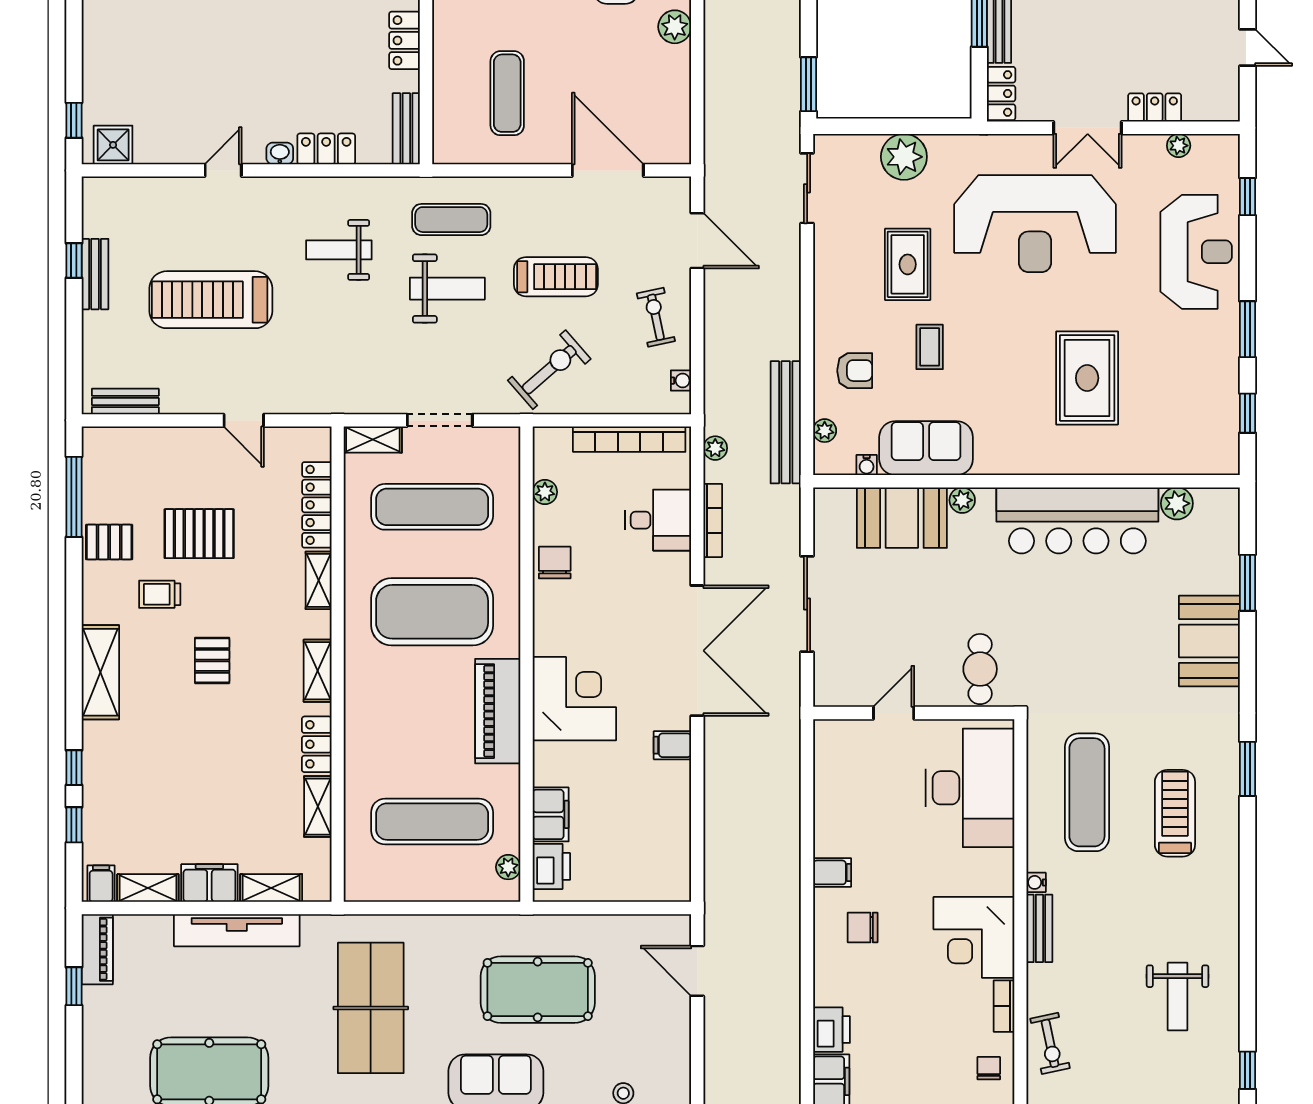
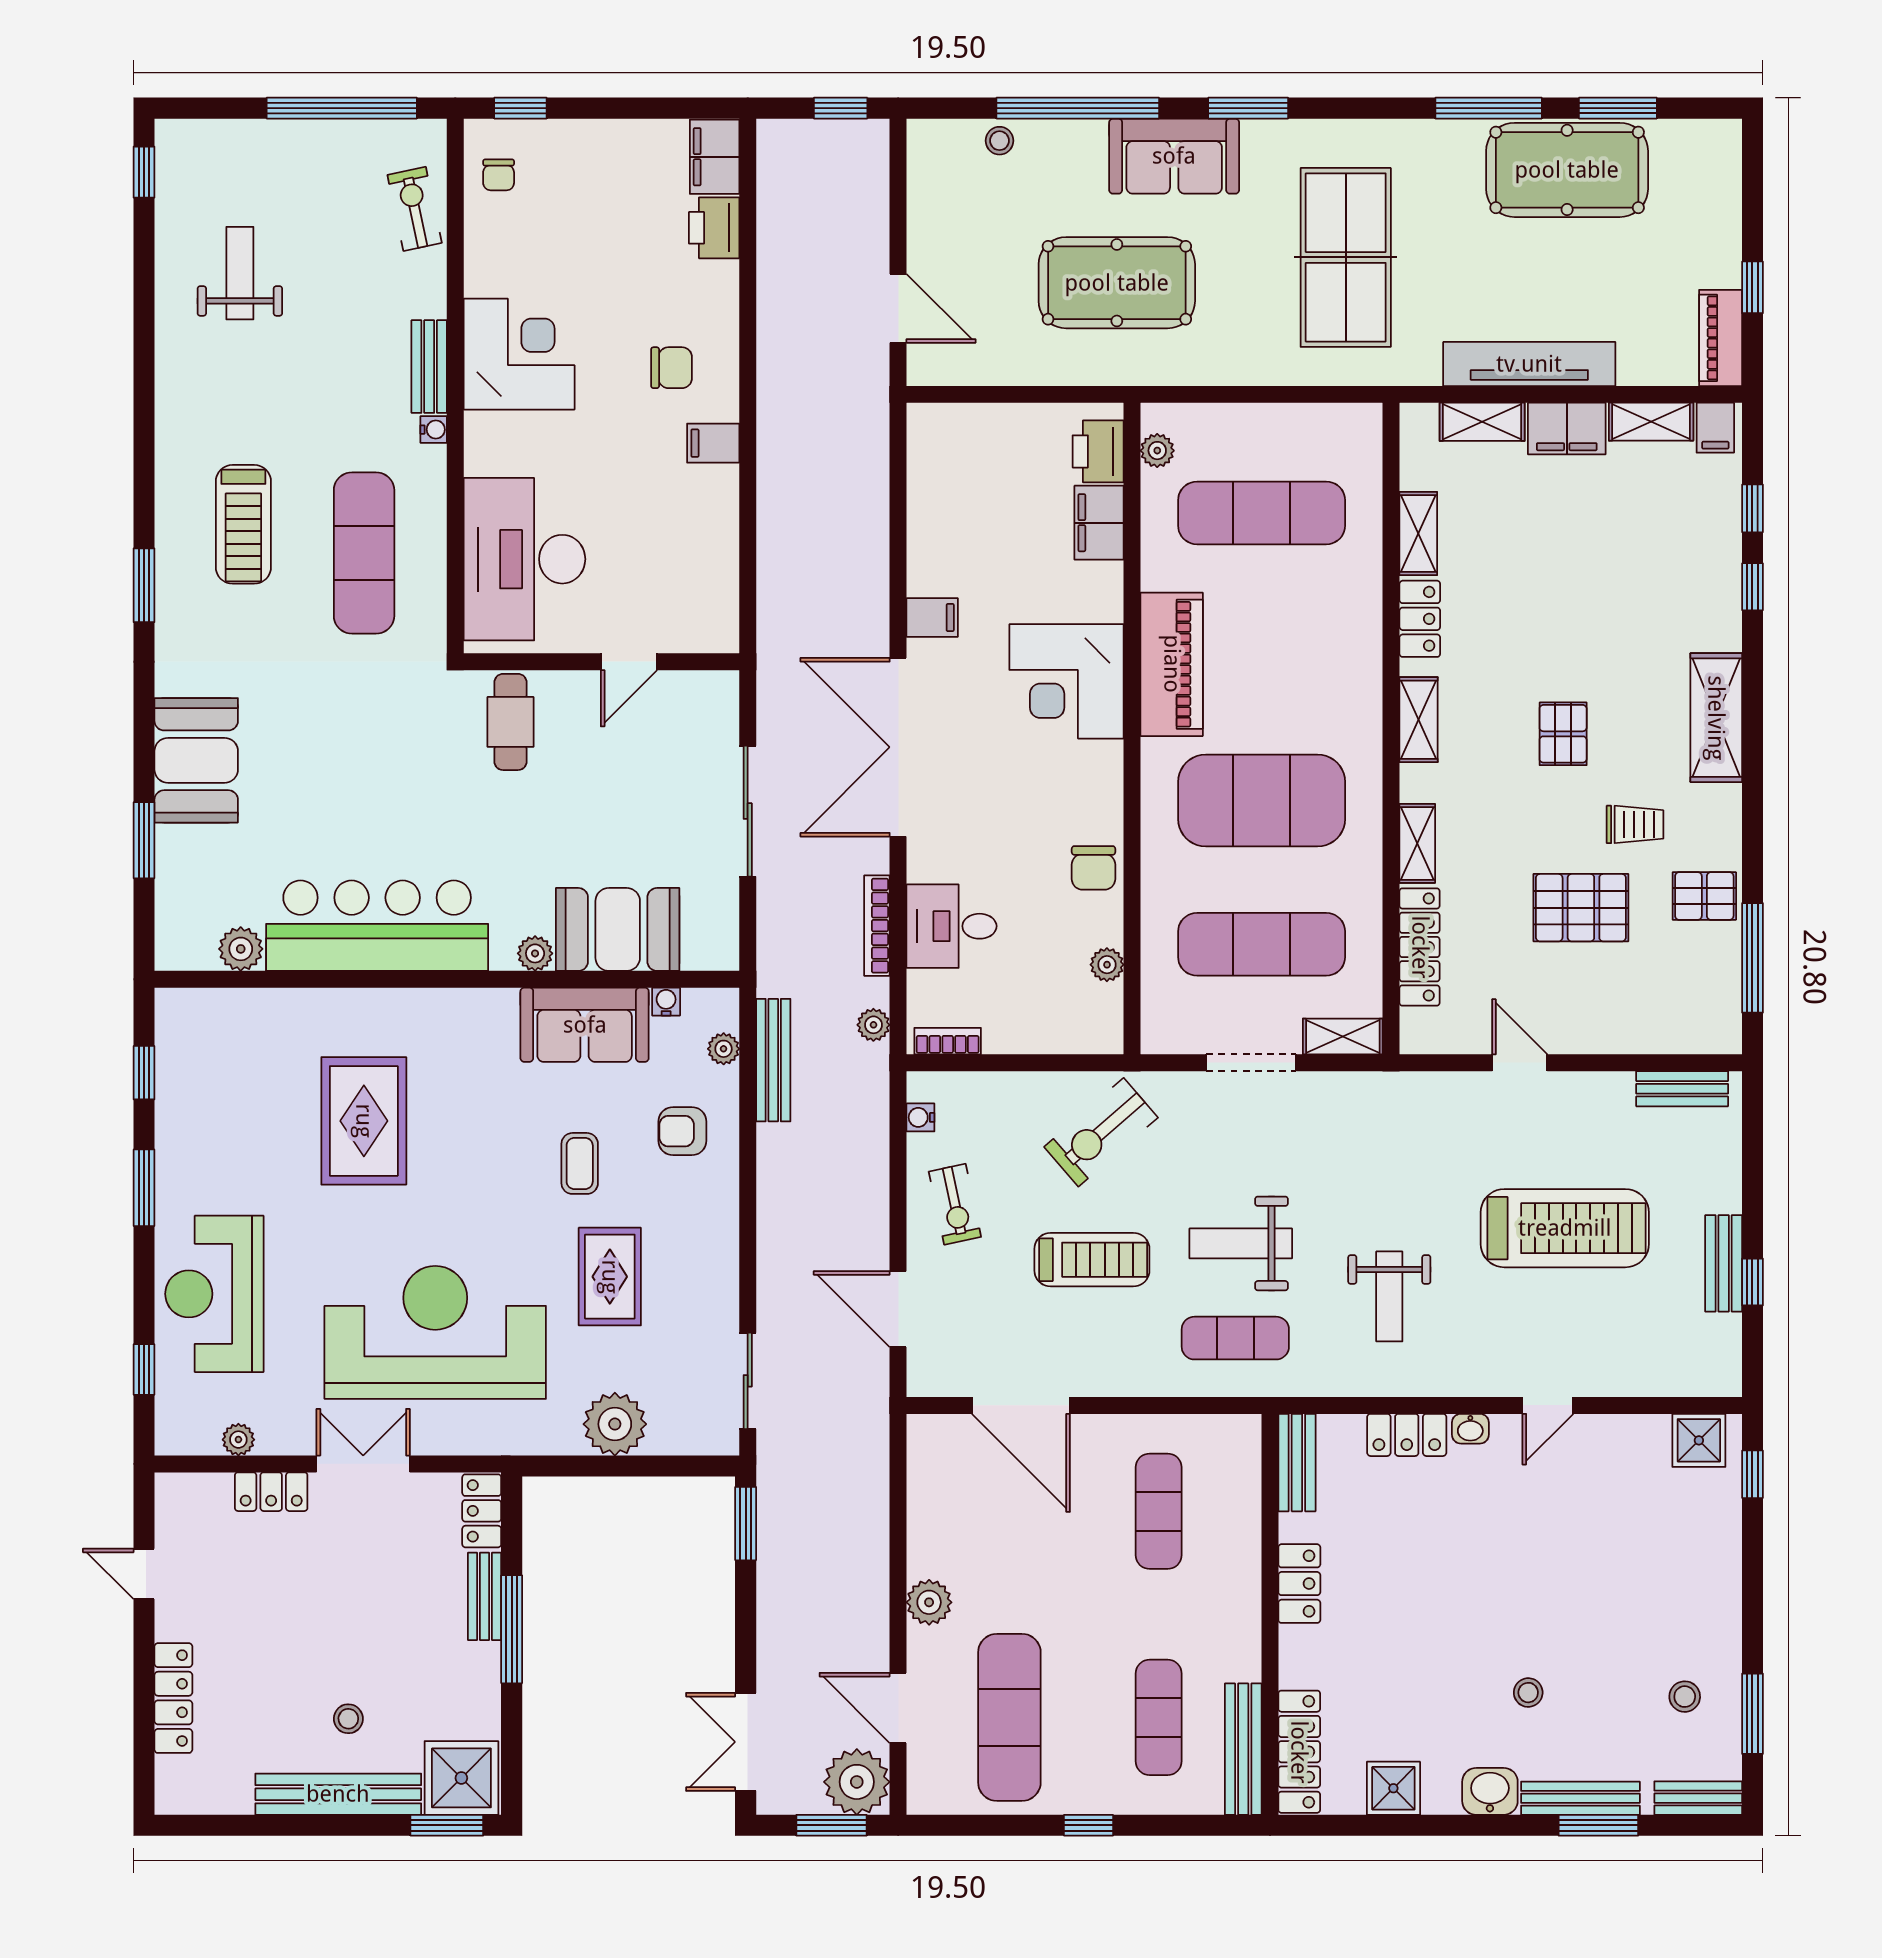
weight bench: (339, 250) -> (1389, 1296), turned 90
treadmill: (556, 277) -> (1092, 1260), turned 180
bench: (786, 422) -> (773, 1060), width x0.73, depth x0.82
bookcase: (629, 439) -> (948, 1041), width x0.43, depth x0.76
bookcase: (1004, 1006) -> (478, 260), removed

